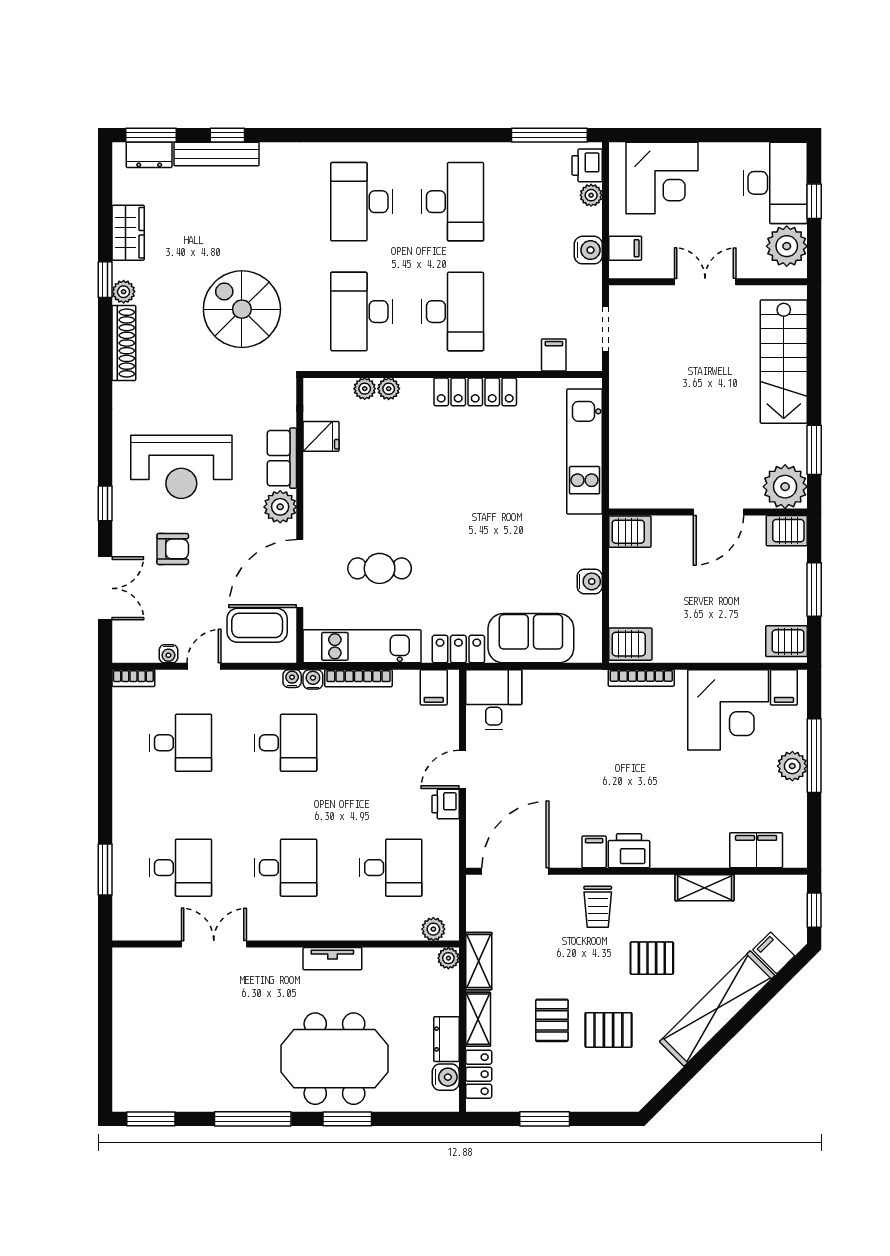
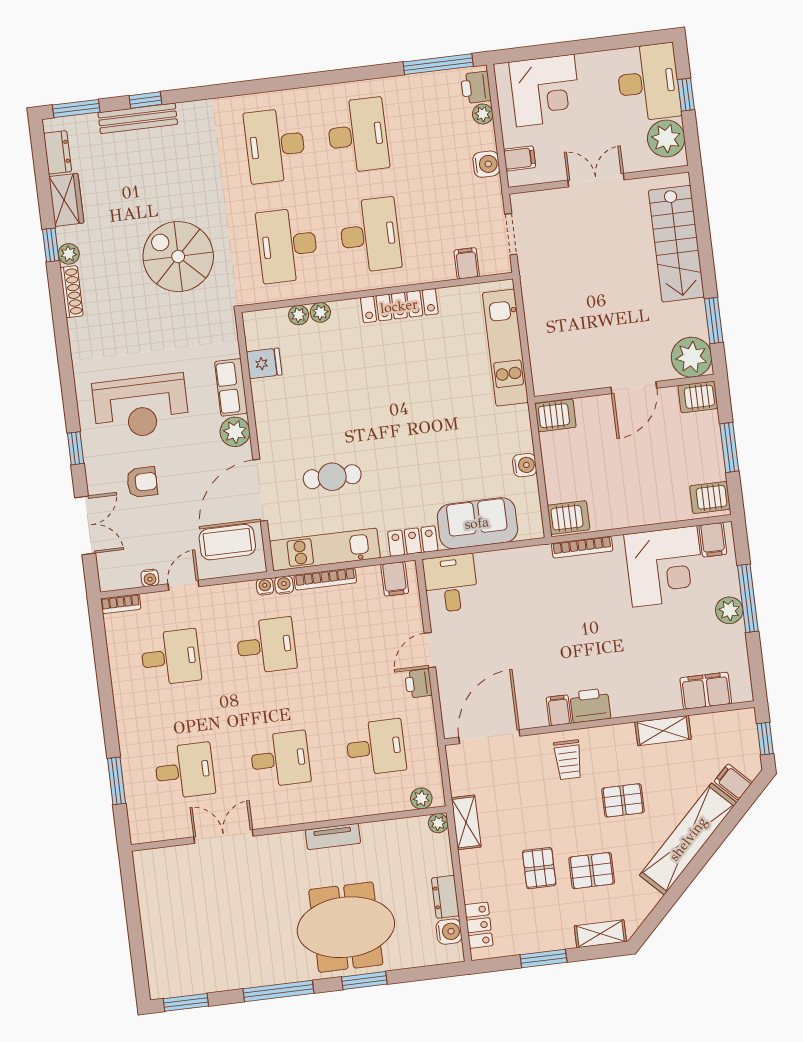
dresser: (149, 155) -> (58, 152), moved, turned -90
shoe rack: (124, 343) -> (72, 292), width x0.74, depth x0.81
shelving: (478, 1019) -> (600, 934), moved, turned 90

